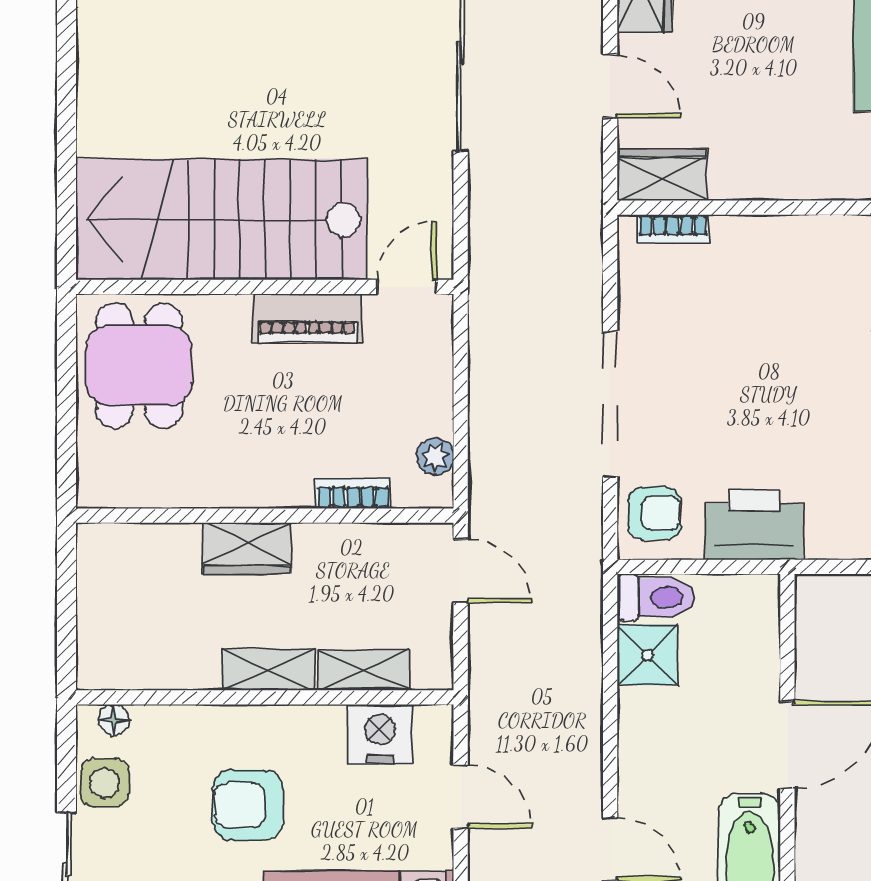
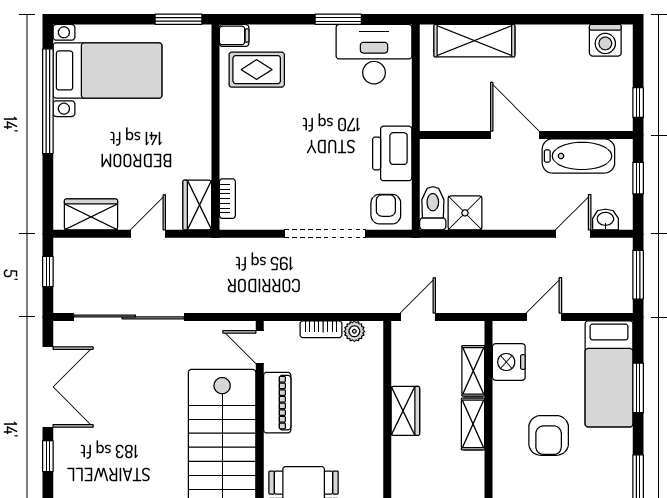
bookcase: (353, 494) -> (321, 329), moved, turned -90
wardrobe: (247, 548) -> (405, 411), moved

